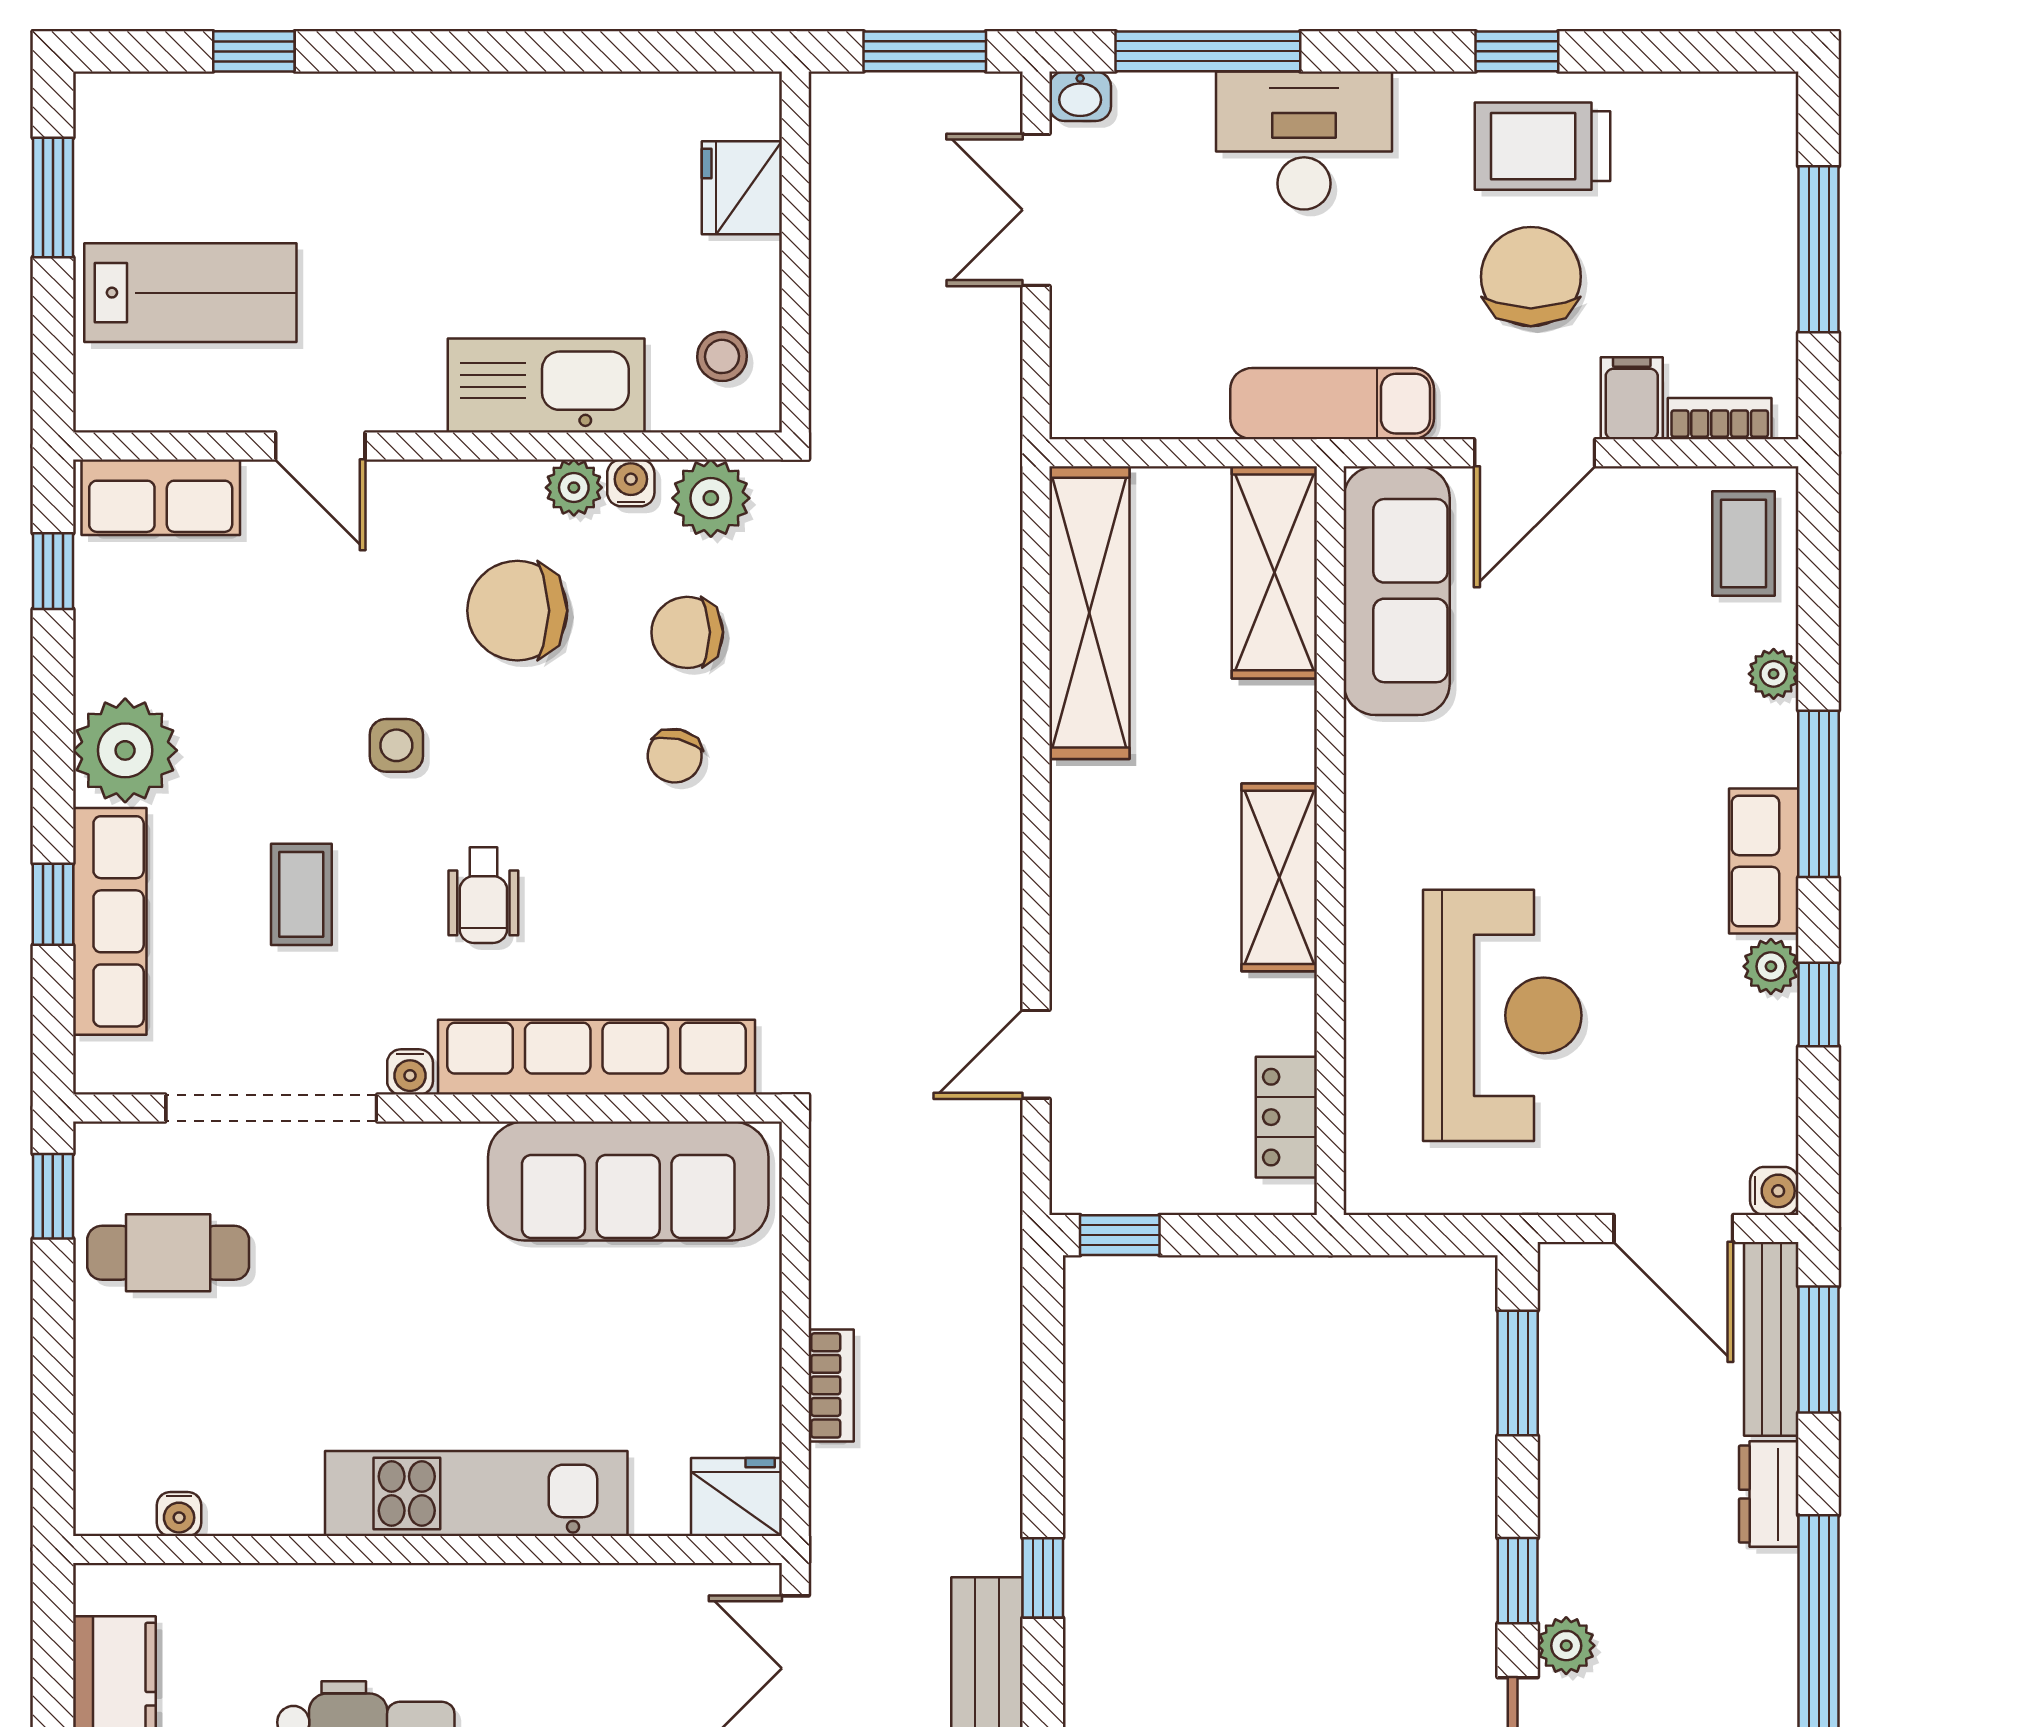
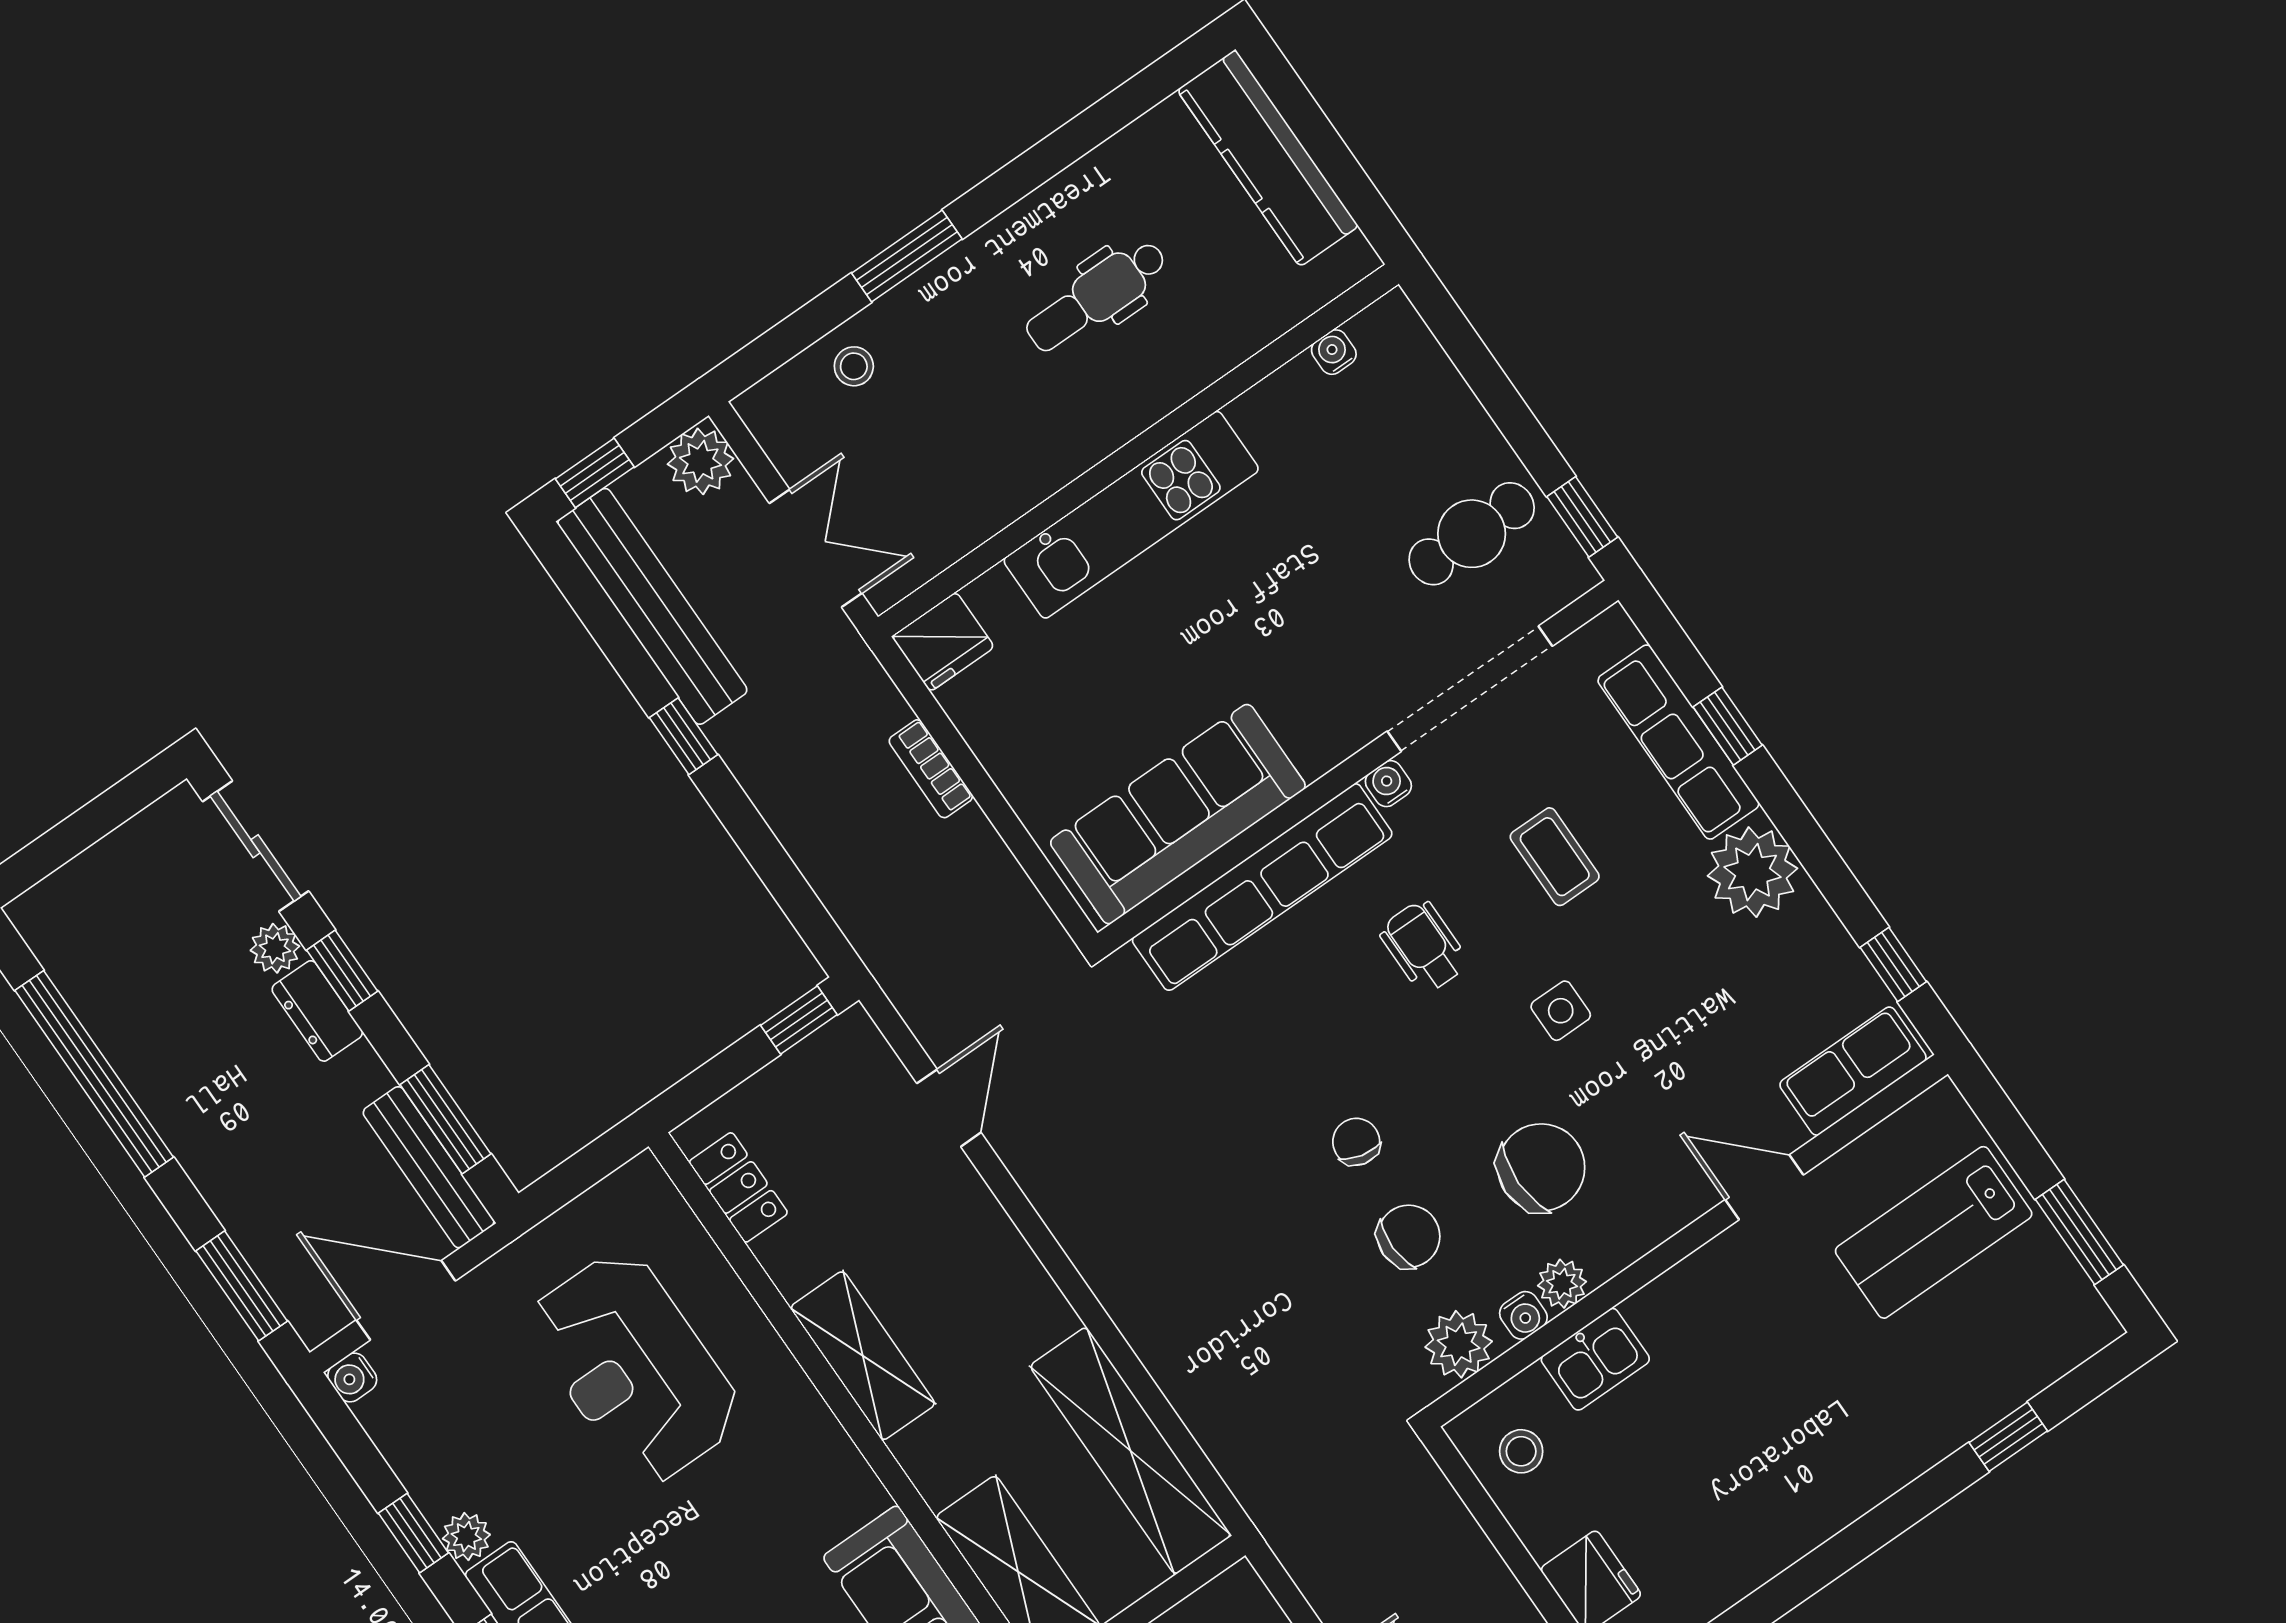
kitchen sink: (546, 385) -> (1595, 1359), width x0.53, depth x0.81
bench: (1771, 1339) -> (429, 1167), moved
dresser: (1769, 1494) -> (317, 1011), moved, turned 180

